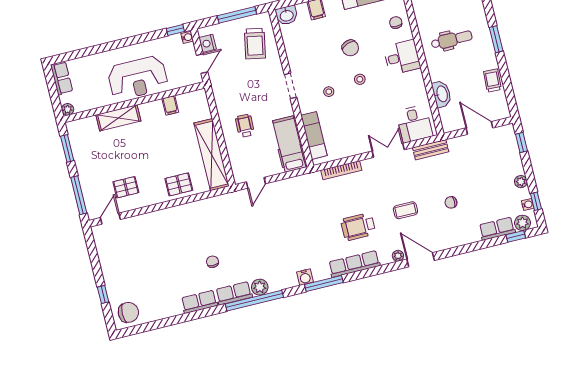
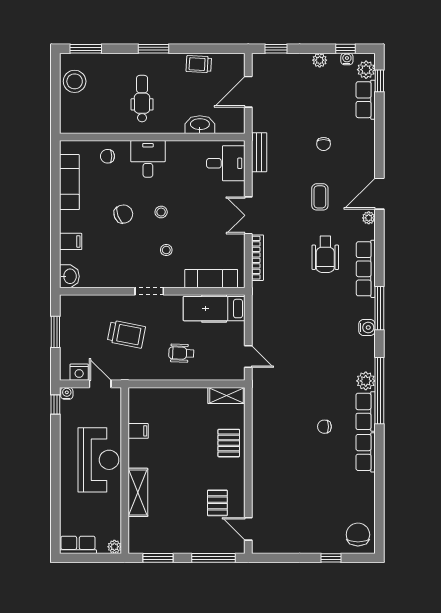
window: (237, 15) -> (55, 332), width x0.69
trolley: (255, 44) -> (126, 334), moved
double door: (388, 150) -> (248, 215), moved
shelving: (212, 155) -> (226, 396), width x0.45, depth x0.75

